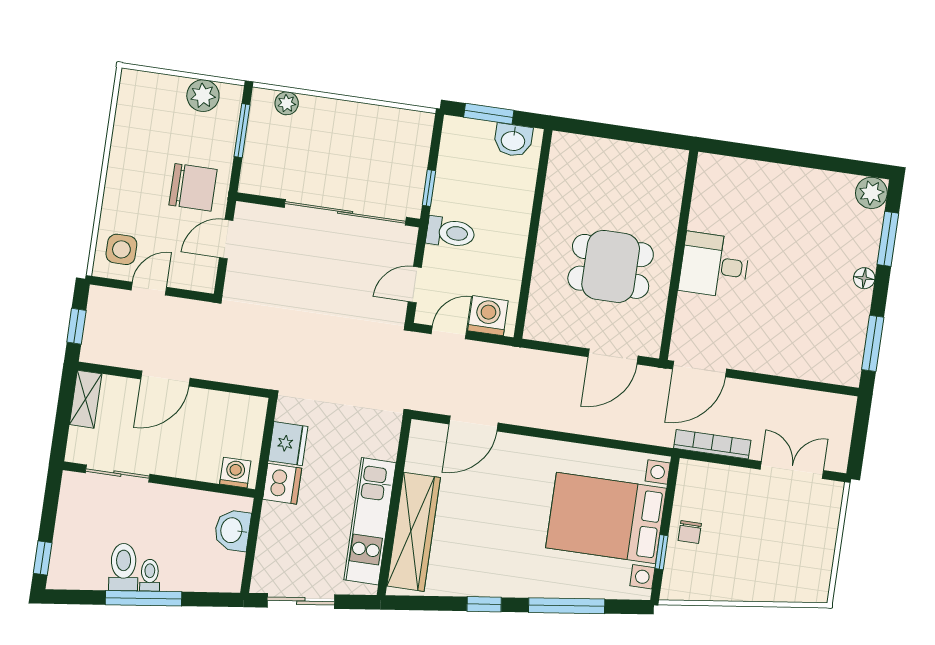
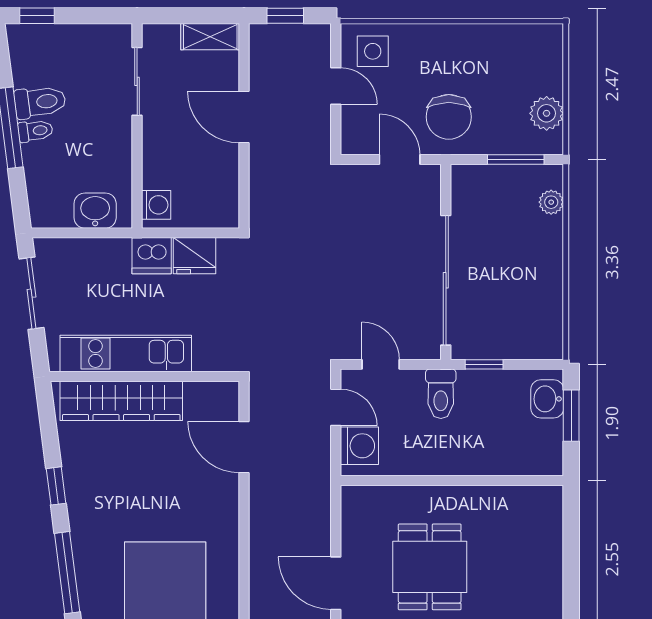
washbasin: (513, 140) -> (547, 399), moved

